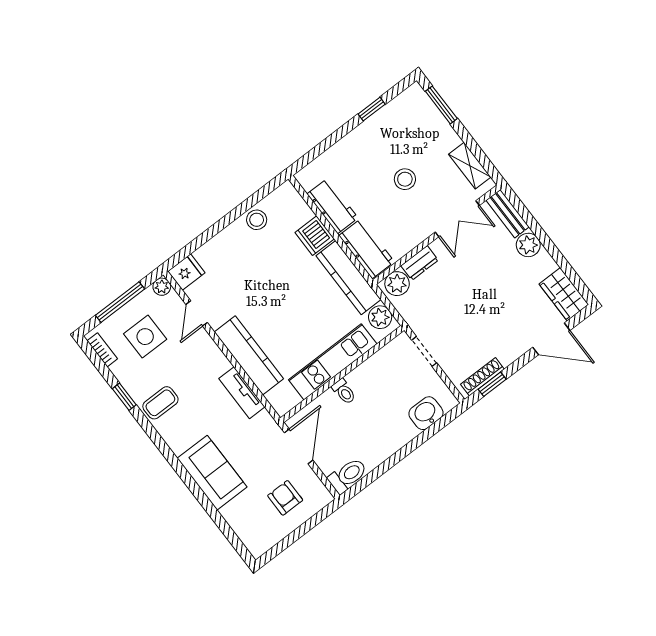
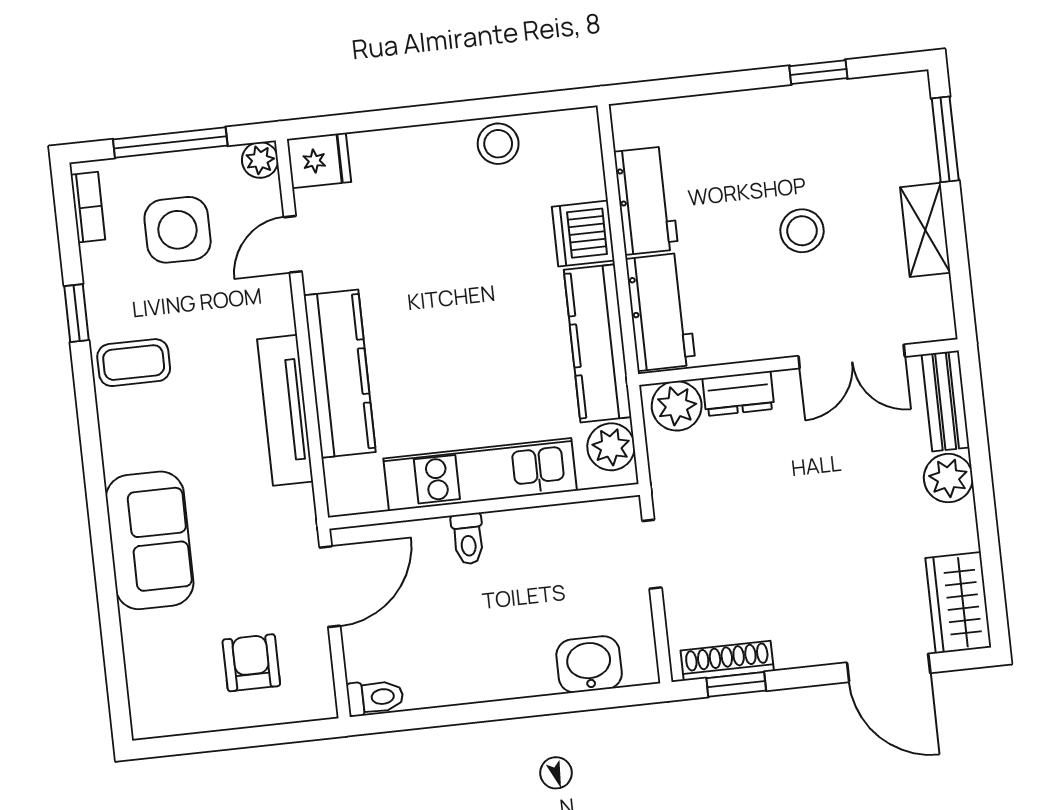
shelving: (470, 166) -> (925, 230), moved
tv unit: (242, 393) -> (285, 410), width x1.41
toilet: (348, 475) -> (375, 697), width x0.73, depth x0.72

